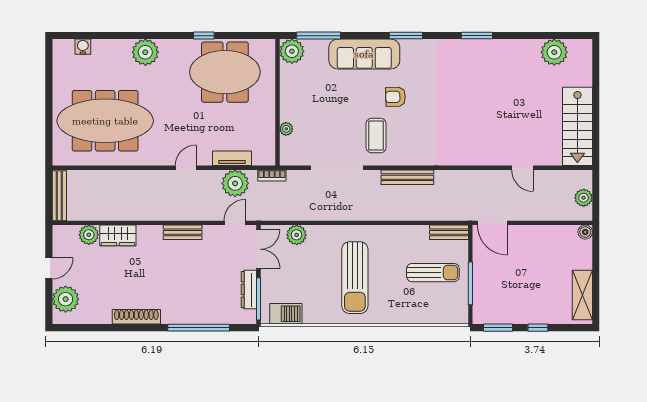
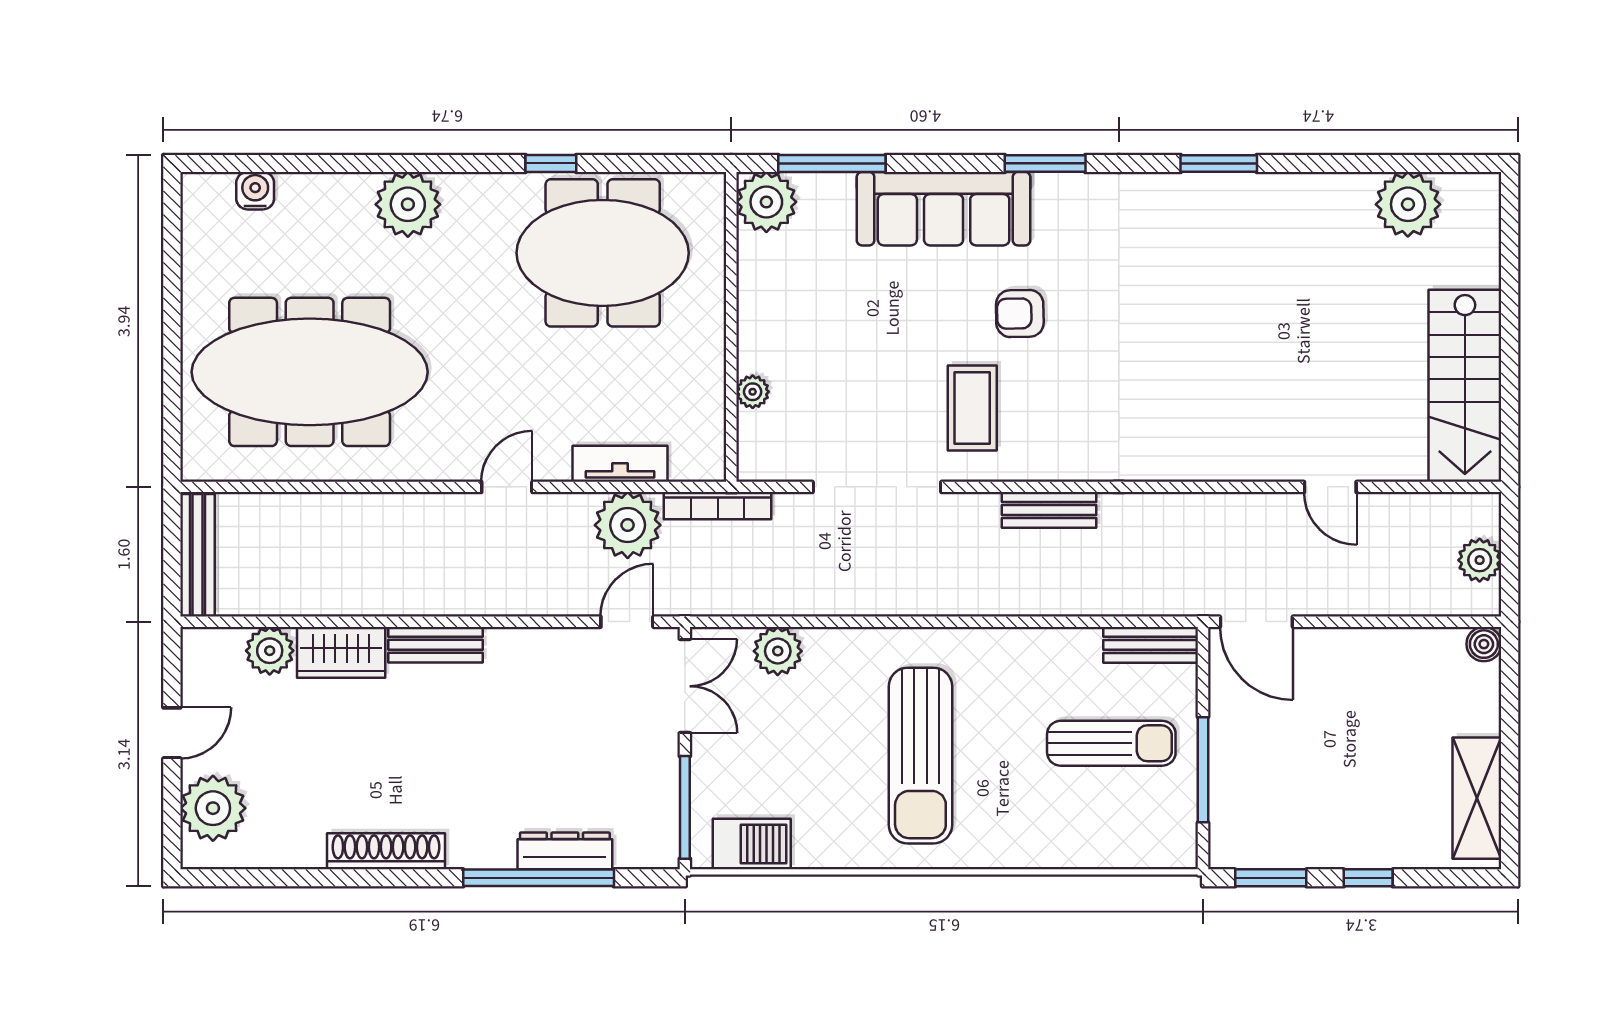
bookcase: (272, 175) -> (718, 506), width x1.56
bench: (407, 177) -> (1049, 510), width x0.73
bench: (183, 232) -> (435, 645), moved
dresser: (249, 290) -> (565, 851), moved, turned 90

